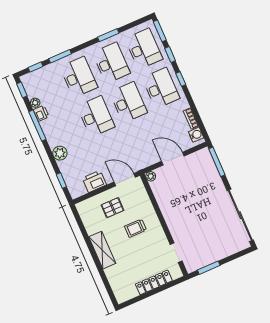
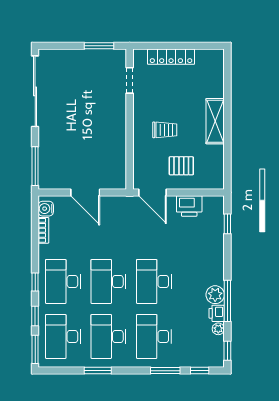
plant: (60, 153) -> (215, 295), moved
plant: (151, 176) -> (120, 183), removed

